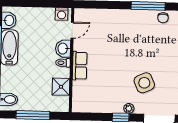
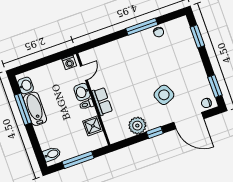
plant: (129, 108) -> (137, 126), moved, width x1.88, depth x1.88

